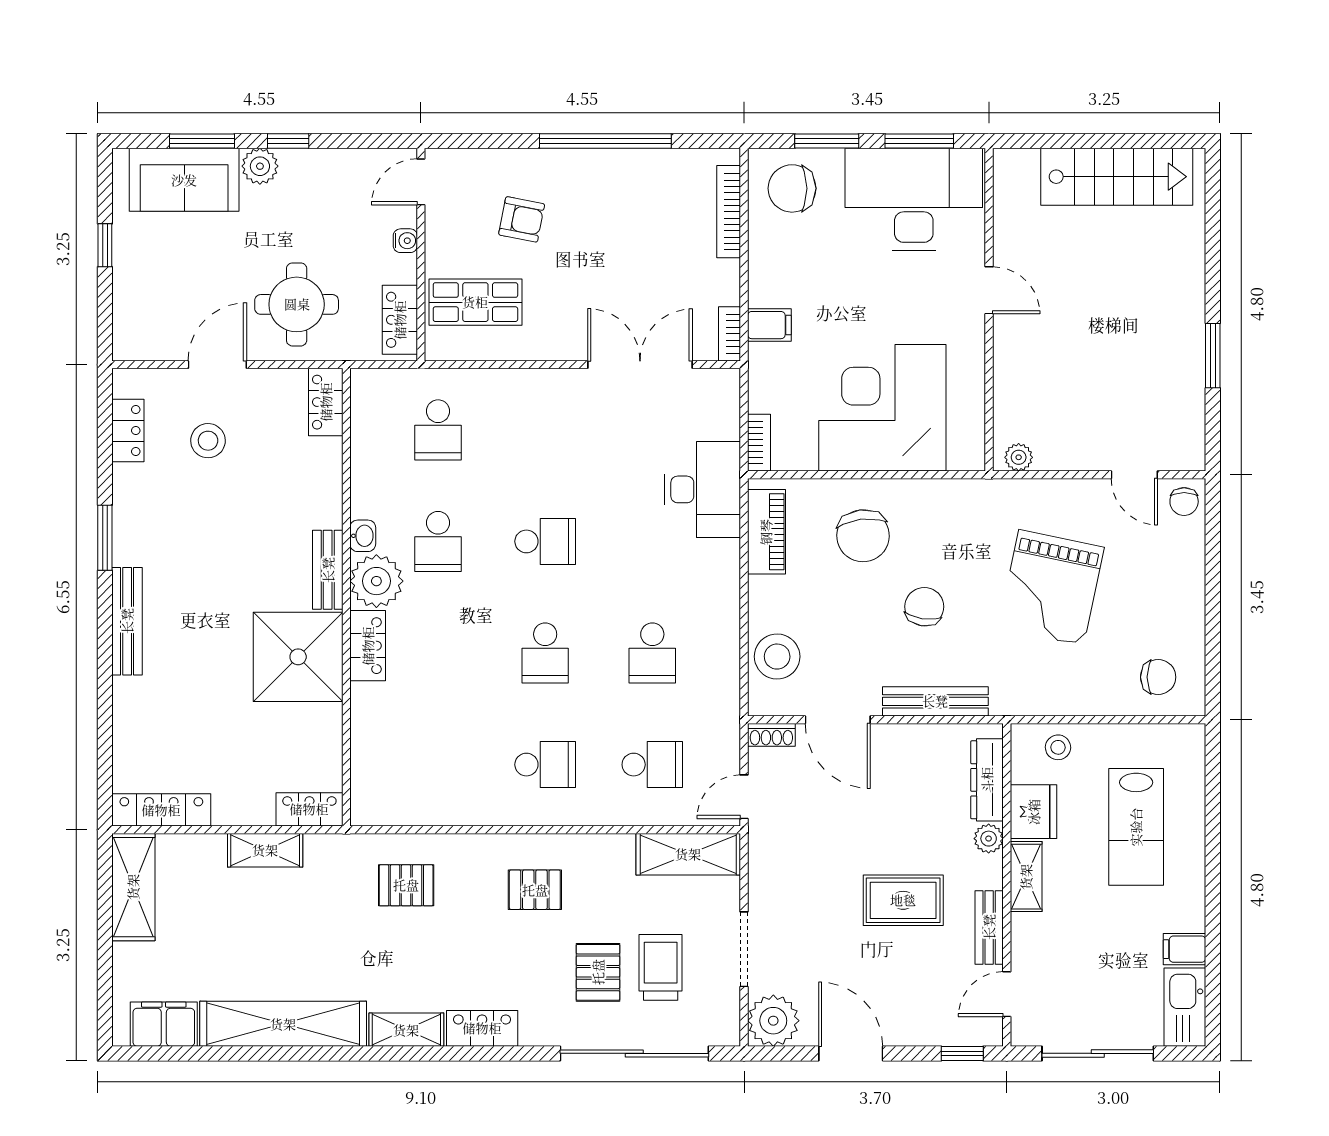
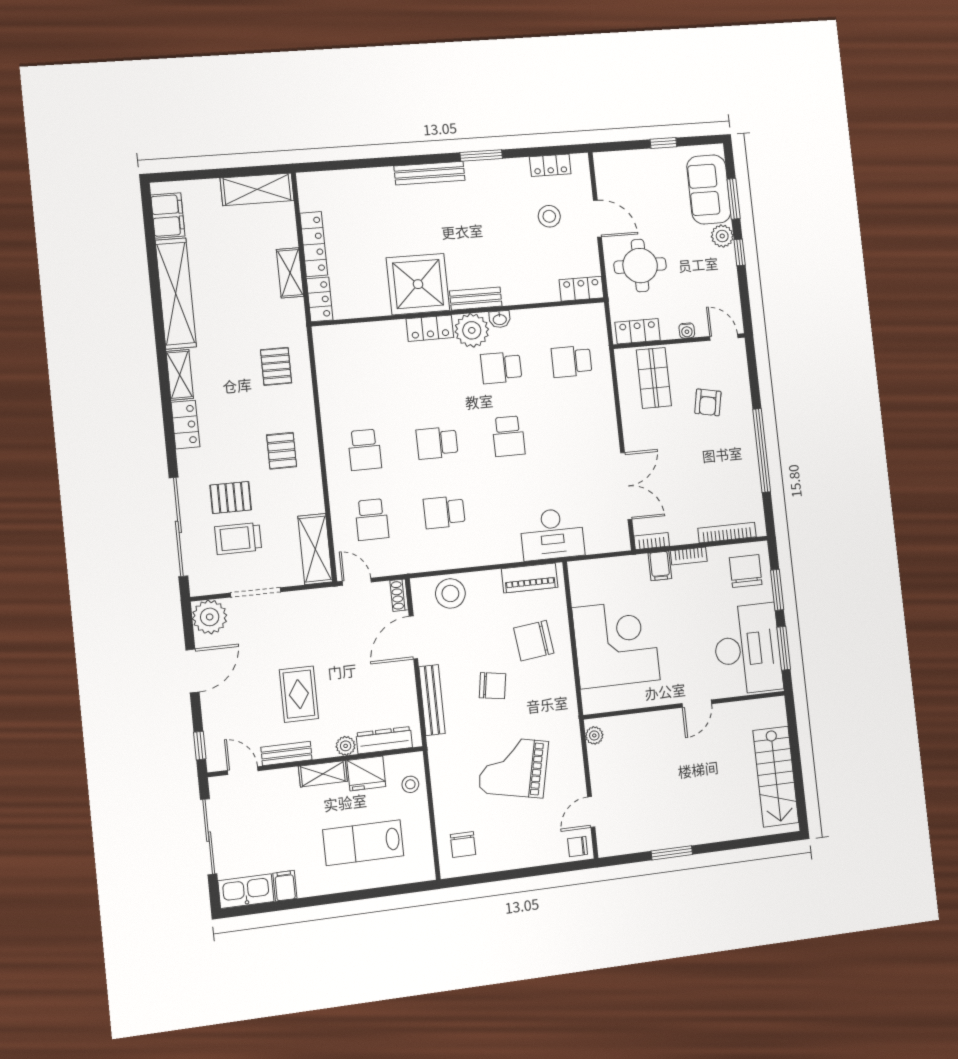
bookcase: (759, 443) -> (689, 556), moved
locker: (161, 810) -> (314, 244), moved
trolley: (661, 967) -> (238, 538), turned 180

